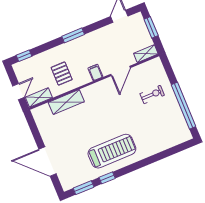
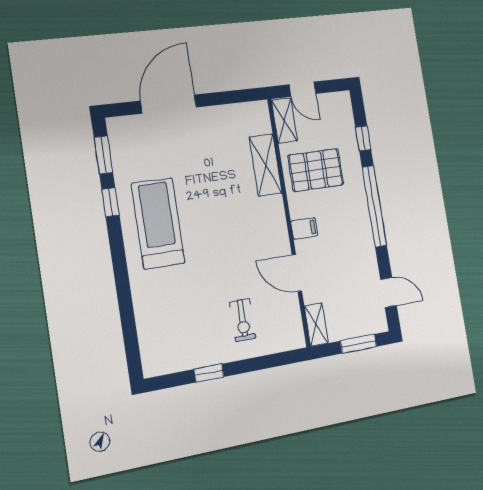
window: (73, 35) -> (374, 206), width x2.11
window: (24, 56) -> (363, 138), moved
pallet: (62, 74) -> (316, 170), width x1.50, depth x1.42
window: (183, 106) -> (209, 373), width x0.32
treadmill: (112, 151) -> (158, 223), turned 180

